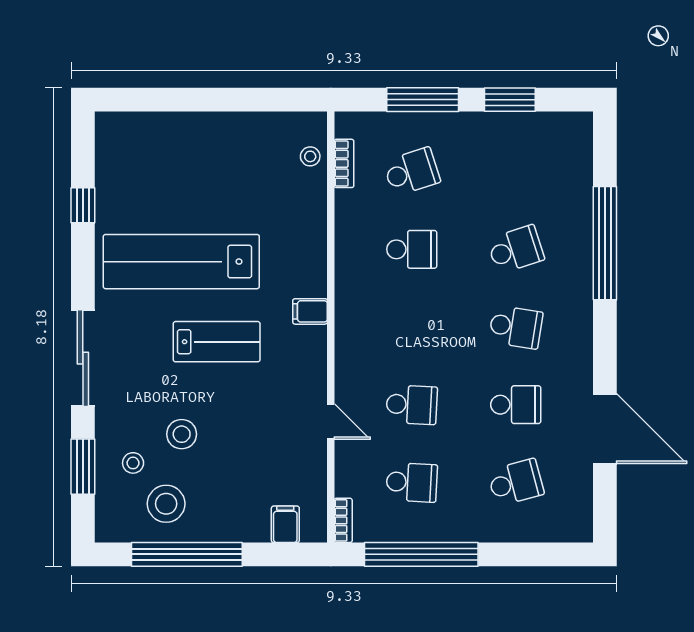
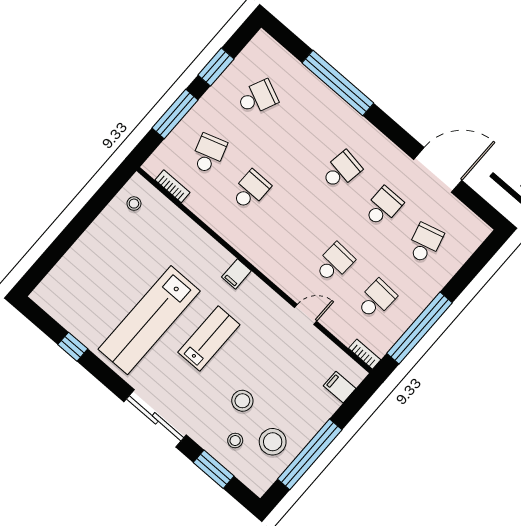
stool: (310, 156) -> (134, 204), moved
school desk: (516, 249) -> (257, 98), moved, turned 42

